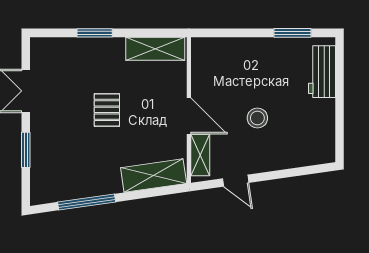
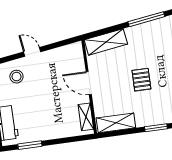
stool: (257, 118) -> (16, 77), moved
shelving: (200, 155) -> (86, 117), moved
door: (236, 181) -> (32, 52), moved

